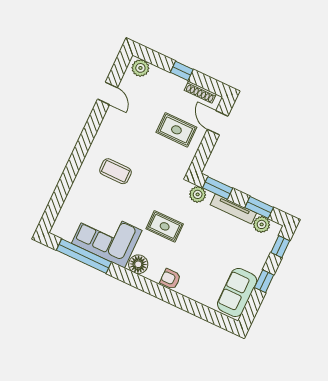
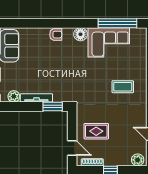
plant: (198, 194) -> (64, 96), removed
window: (259, 207) -> (20, 107), removed
rug: (165, 226) -> (75, 66), removed

